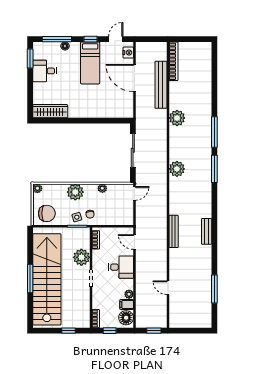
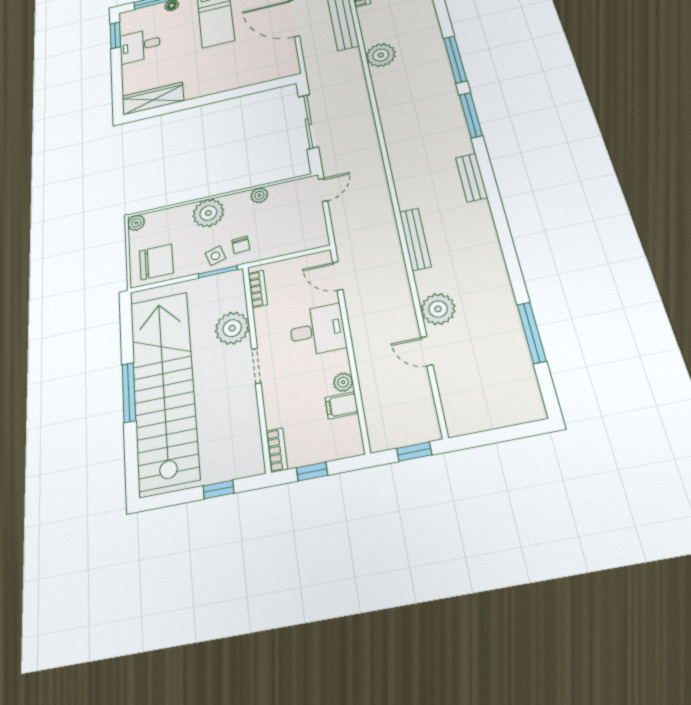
plant: (177, 169) -> (438, 309), moved
bench: (207, 231) -> (471, 177), moved
floor lamp: (126, 318) -> (345, 435), removed

